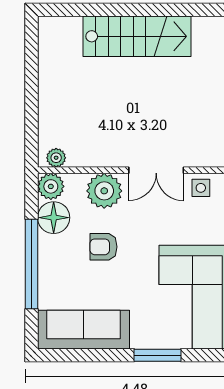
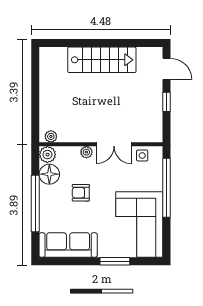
plant: (104, 191) -> (86, 152), width x0.53, depth x0.53

